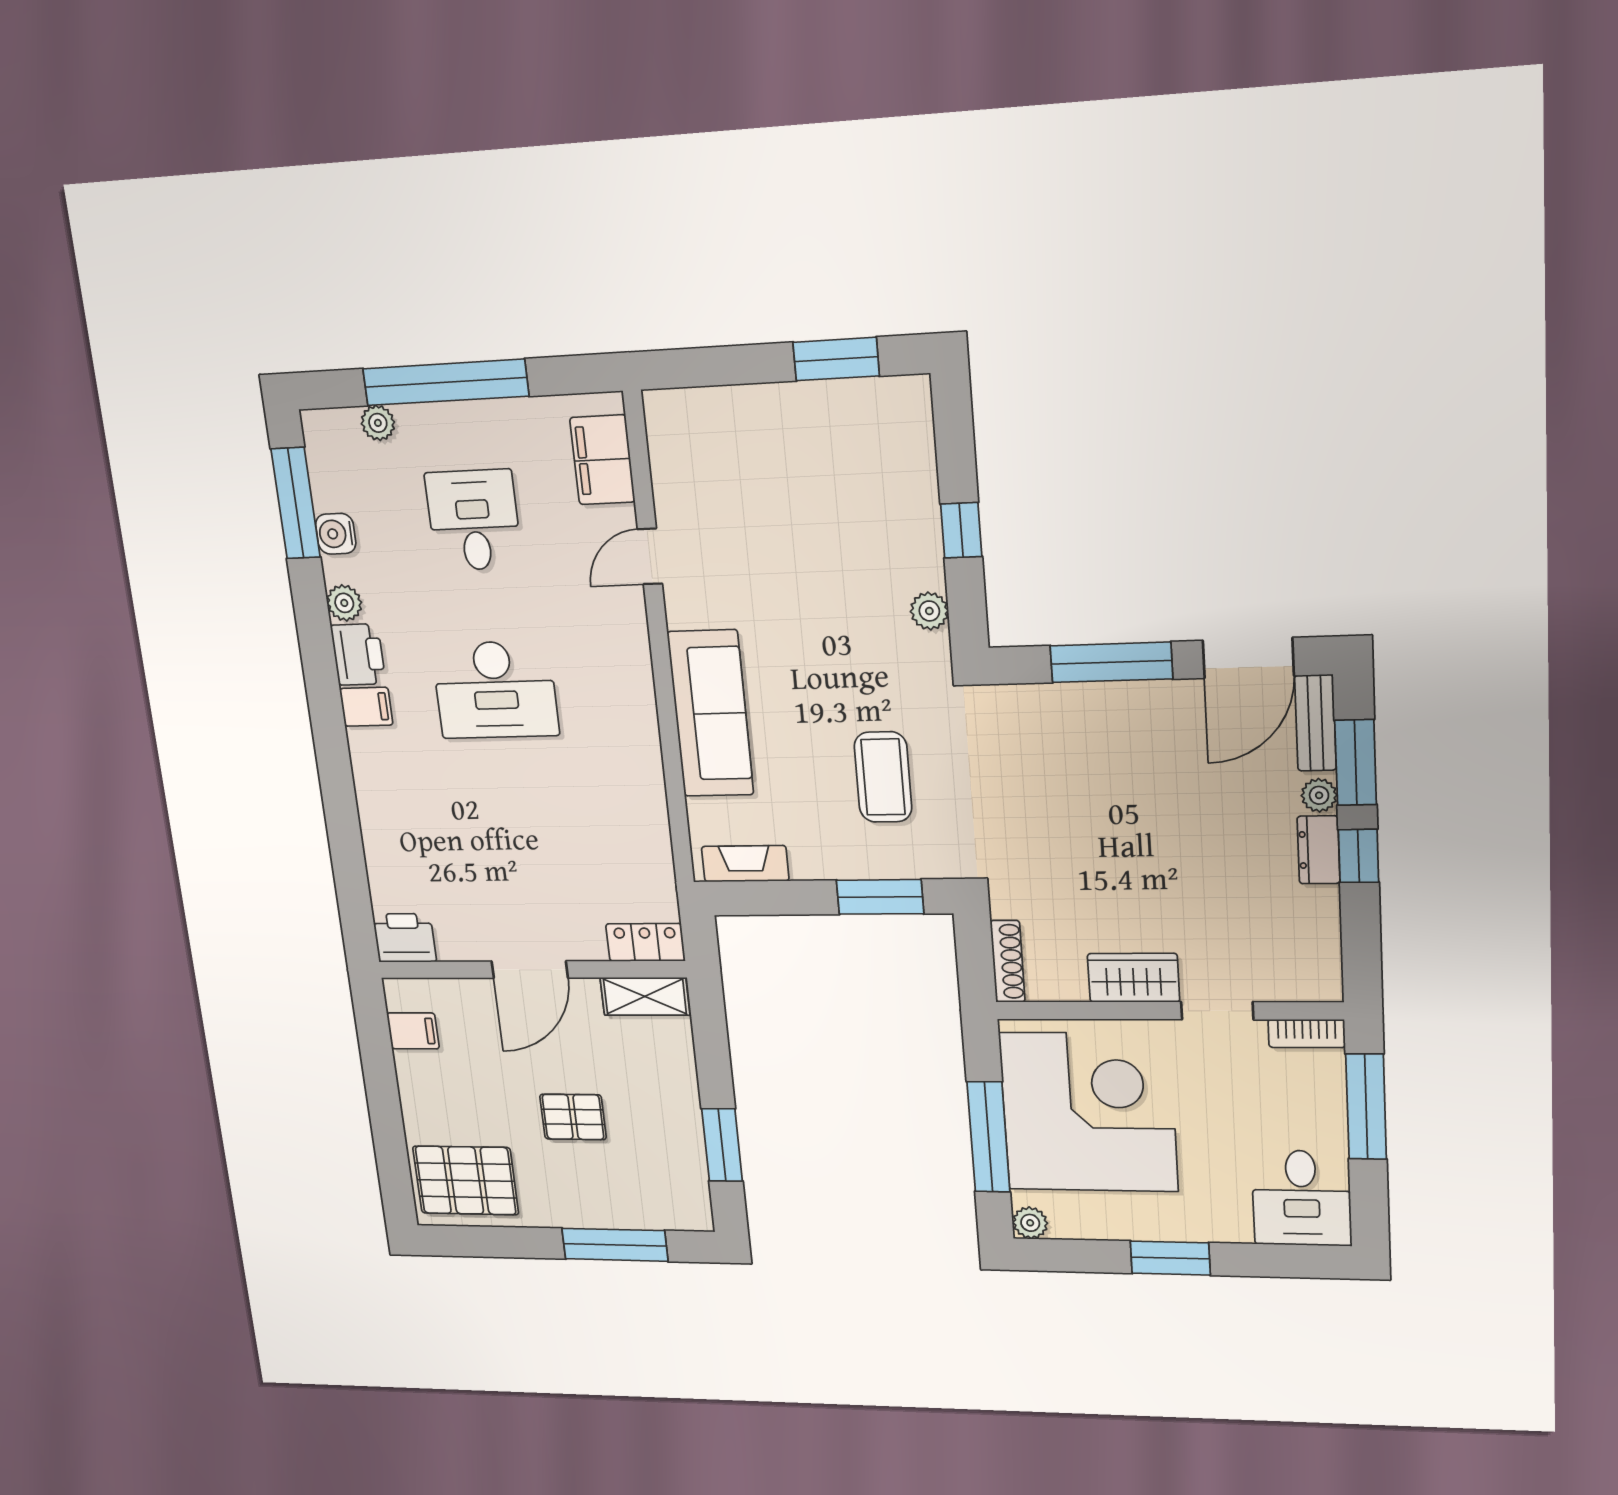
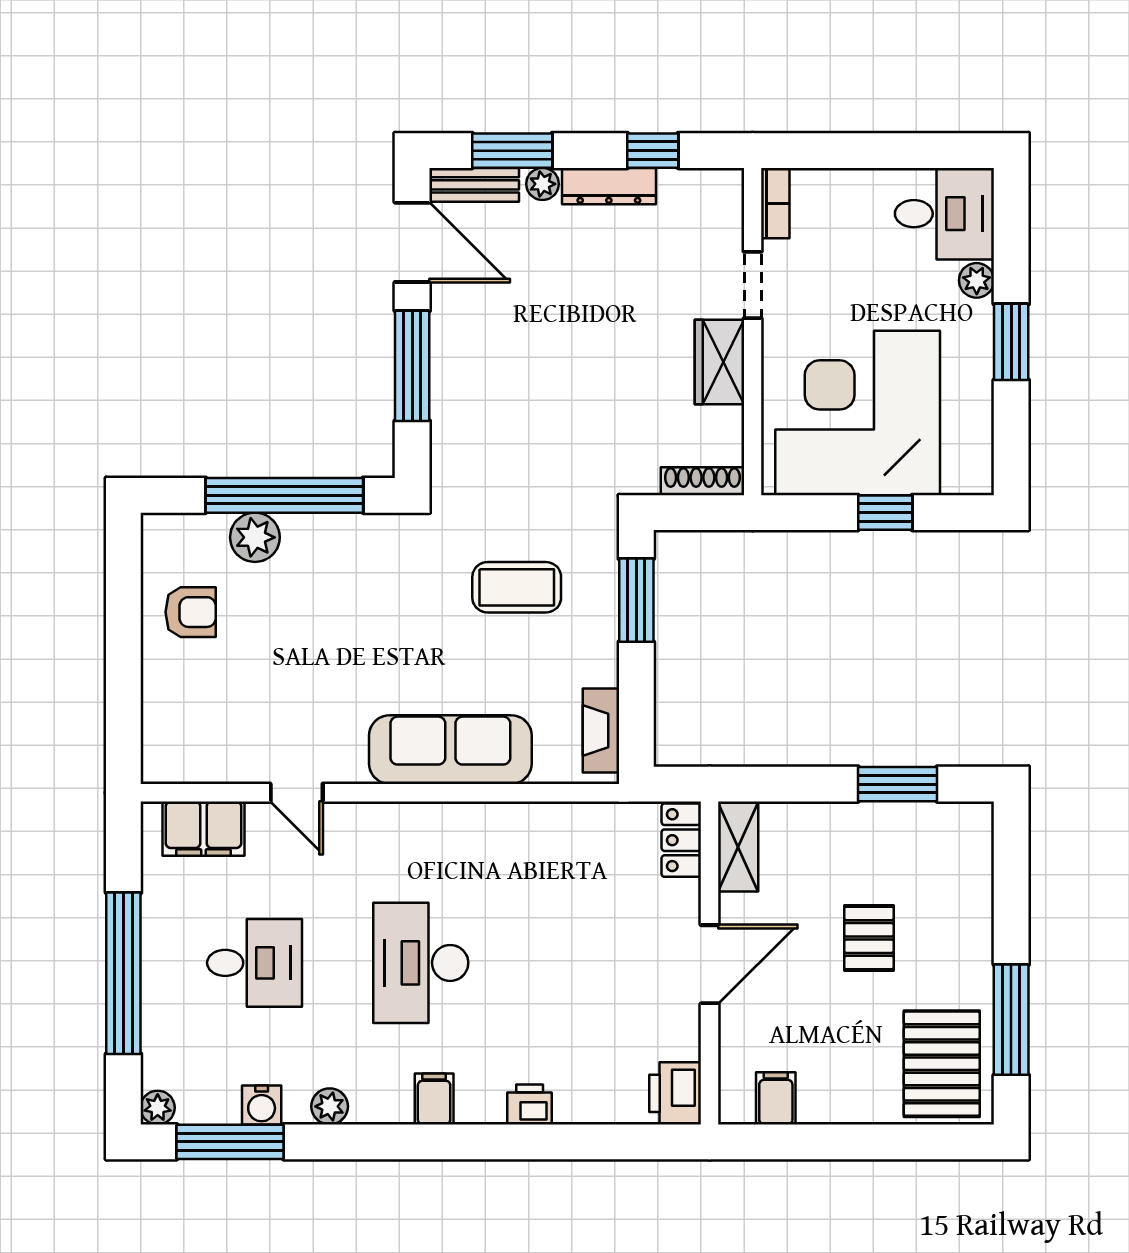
window: (836, 359) -> (123, 598), removed
plant: (378, 423) -> (158, 1108), moved
armchair: (827, 434) -> (191, 612), added
desk: (474, 520) -> (255, 963), turned 180
window: (961, 530) -> (284, 495), width x3.17
plant: (929, 611) -> (255, 537), moved, width x1.38, depth x1.38
printer: (358, 654) -> (530, 1104), moved, width x0.73, depth x0.81
desk: (495, 690) -> (421, 963), turned 180
dresser: (1319, 850) -> (609, 186), width x1.44
window: (1358, 856) -> (653, 151), moved
door: (530, 970) -> (710, 964), hinge flipped
window: (1366, 1107) -> (849, 151), removed
window: (988, 1137) -> (885, 513), width x0.46
plant: (1030, 1223) -> (977, 280), moved
window: (615, 1245) -> (1011, 1020), moved

